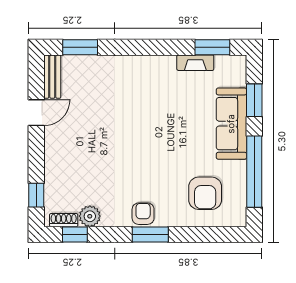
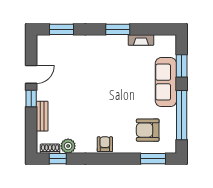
window: (212, 47) -> (118, 29), moved
bench: (52, 77) -> (42, 116), moved
armchair: (205, 193) -> (148, 130), turned 90
window: (36, 195) -> (31, 98), moved
window: (150, 235) -> (153, 159), moved

